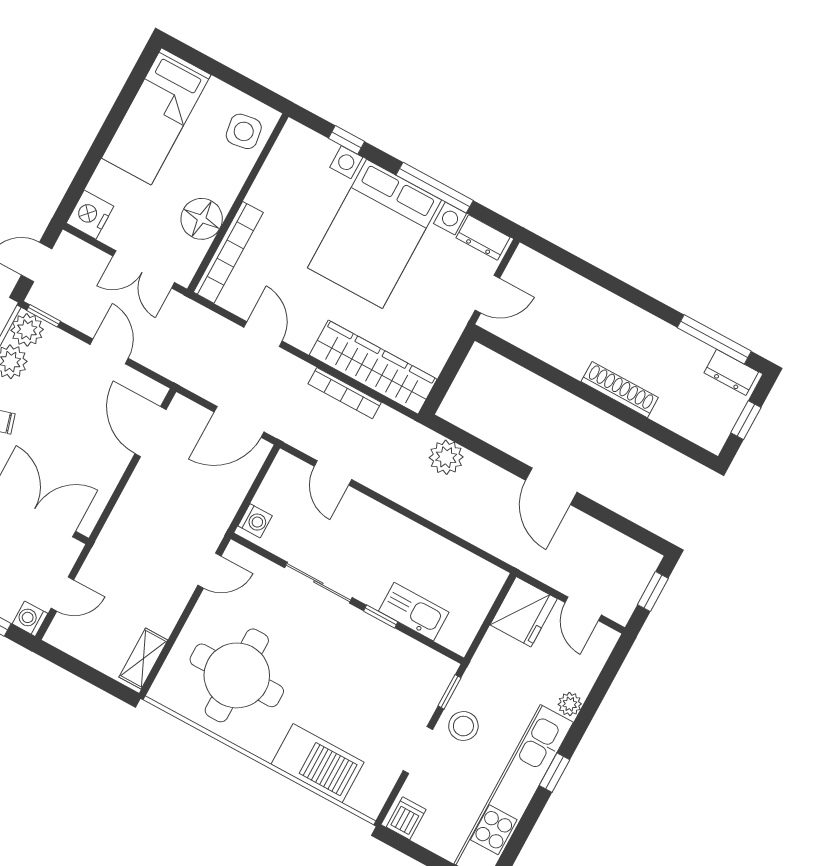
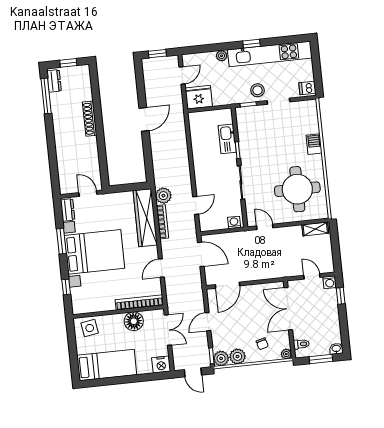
window: (435, 188) -> (61, 241), width x0.69
plant: (446, 457) -> (163, 196), moved
barbecue: (317, 763) -> (314, 144), width x0.53, depth x0.65

